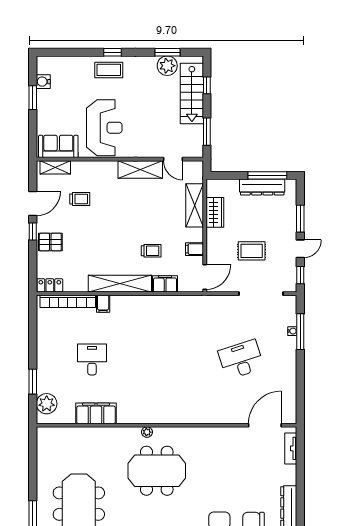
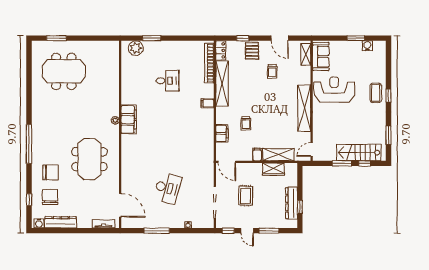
plant: (167, 66) -> (379, 135), removed
reception desk: (104, 128) -> (334, 90), turned 180
window: (207, 132) -> (342, 163), moved
door: (173, 159) -> (312, 150), moved
shelving: (140, 169) -> (304, 108), width x1.47
window: (267, 175) -> (300, 207), width x0.46
trolley: (80, 199) -> (272, 71), moved
window: (33, 231) -> (243, 38), moved
filing cabinet: (195, 249) -> (257, 155), moved
shelving: (120, 284) -> (222, 84), moved
filing cabinet: (103, 304) -> (208, 103), moved
window: (300, 332) -> (157, 231), moved
desk: (241, 359) -> (168, 188), turned 33
filing cabinet: (96, 413) -> (129, 119), moved
meeting table: (157, 471) -> (89, 159), moved

